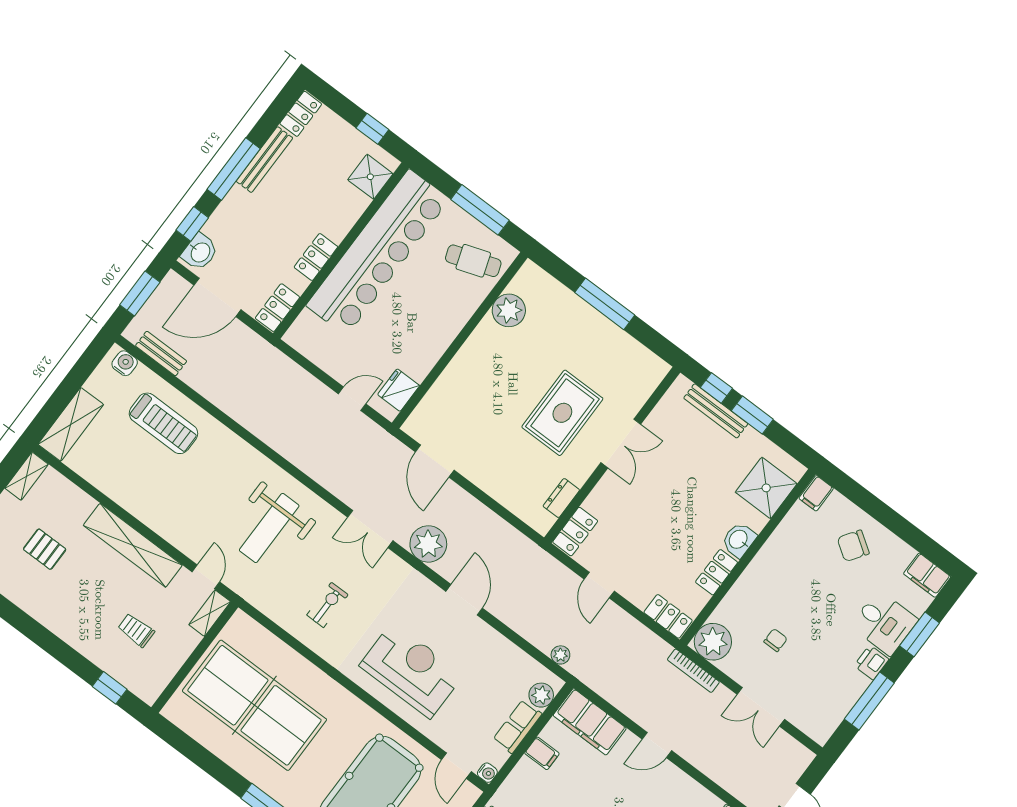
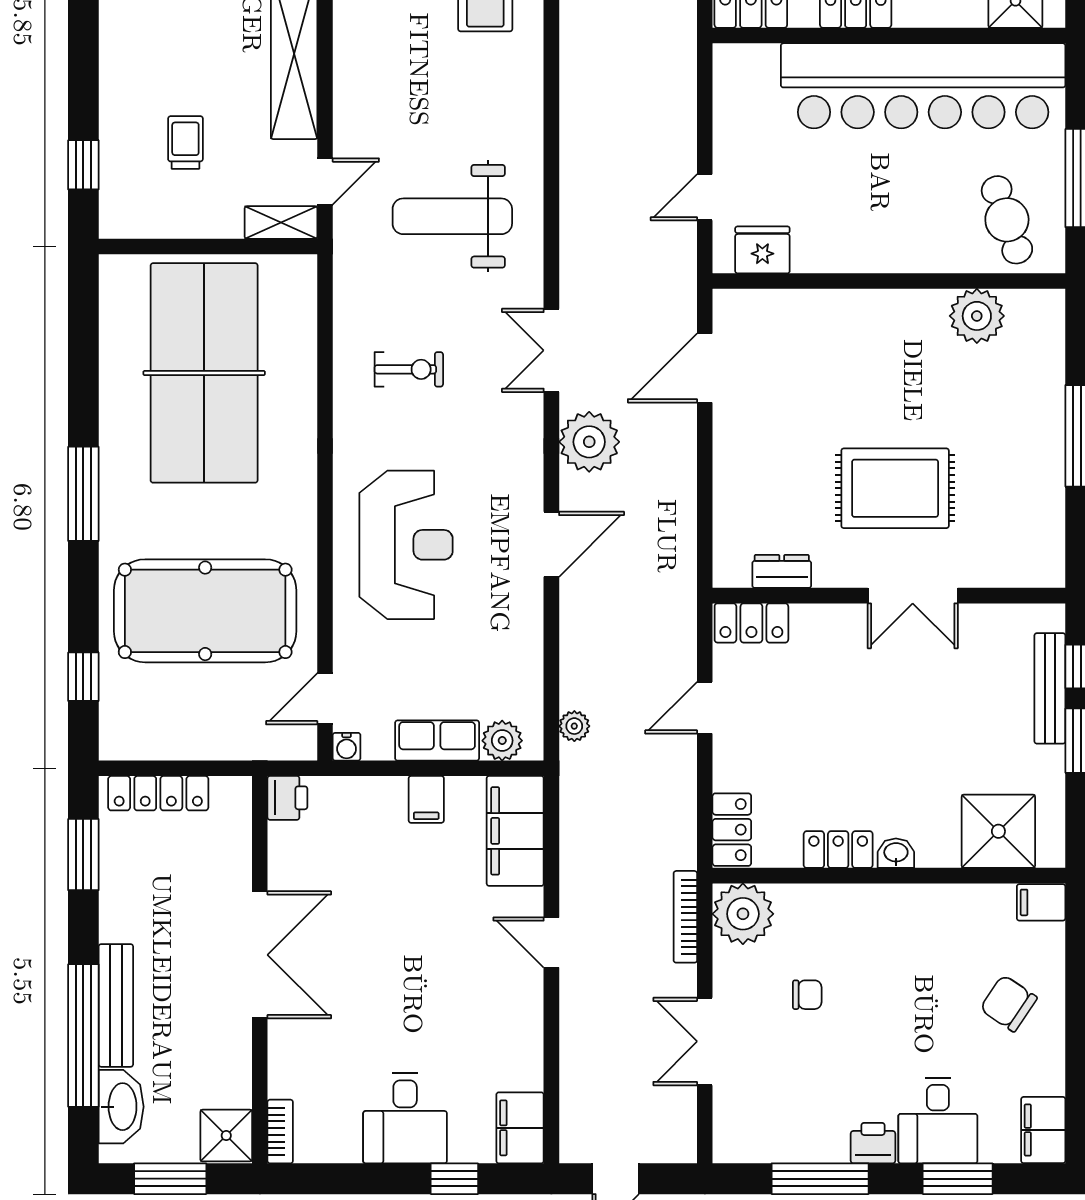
door: (352, 399) -> (705, 197), swing flipped
washbasin: (739, 540) -> (896, 853), width x0.72, depth x0.69

